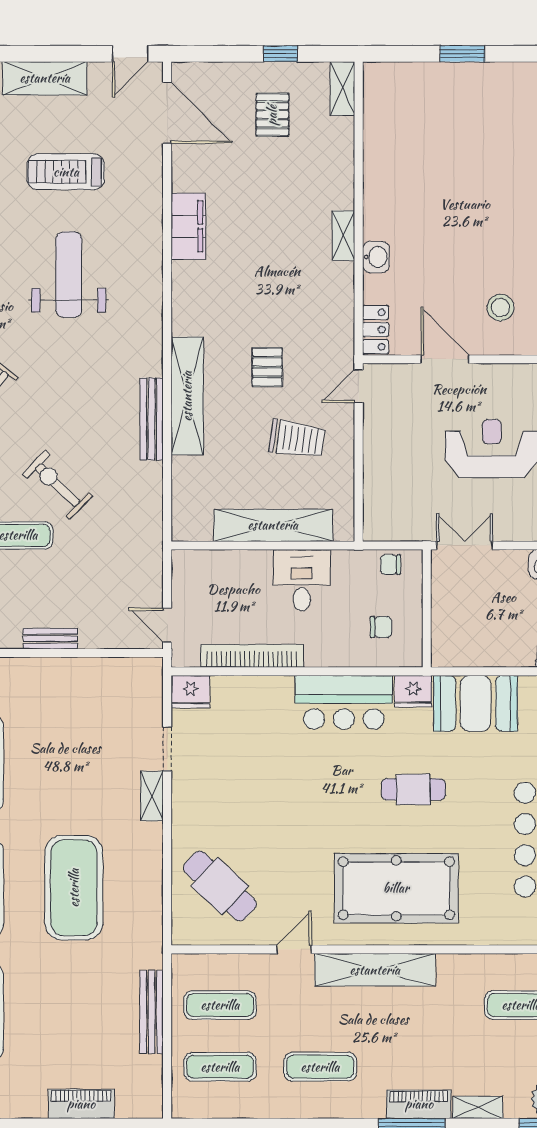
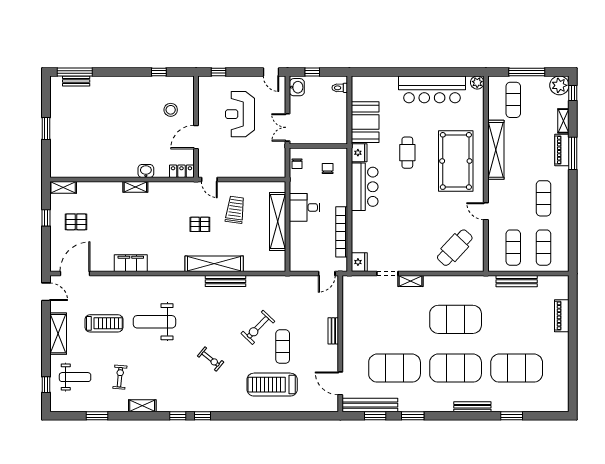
treadmill: (66, 172) -> (104, 323), turned -90
shelving: (375, 970) -> (496, 150), moved

